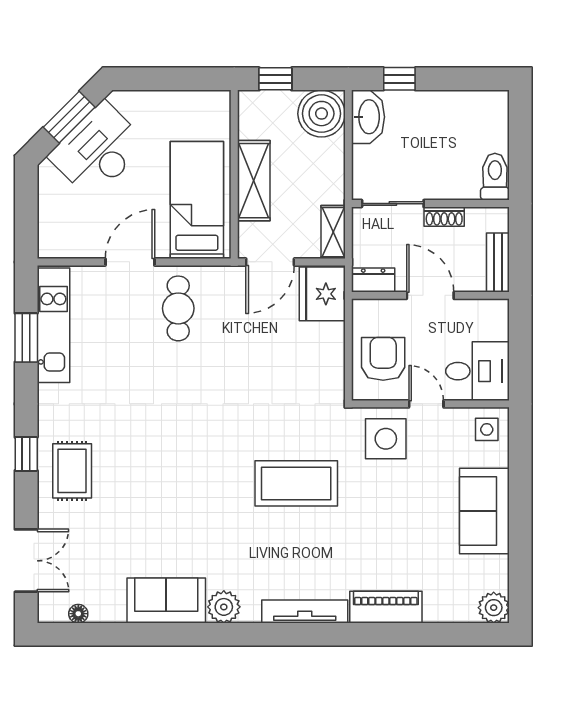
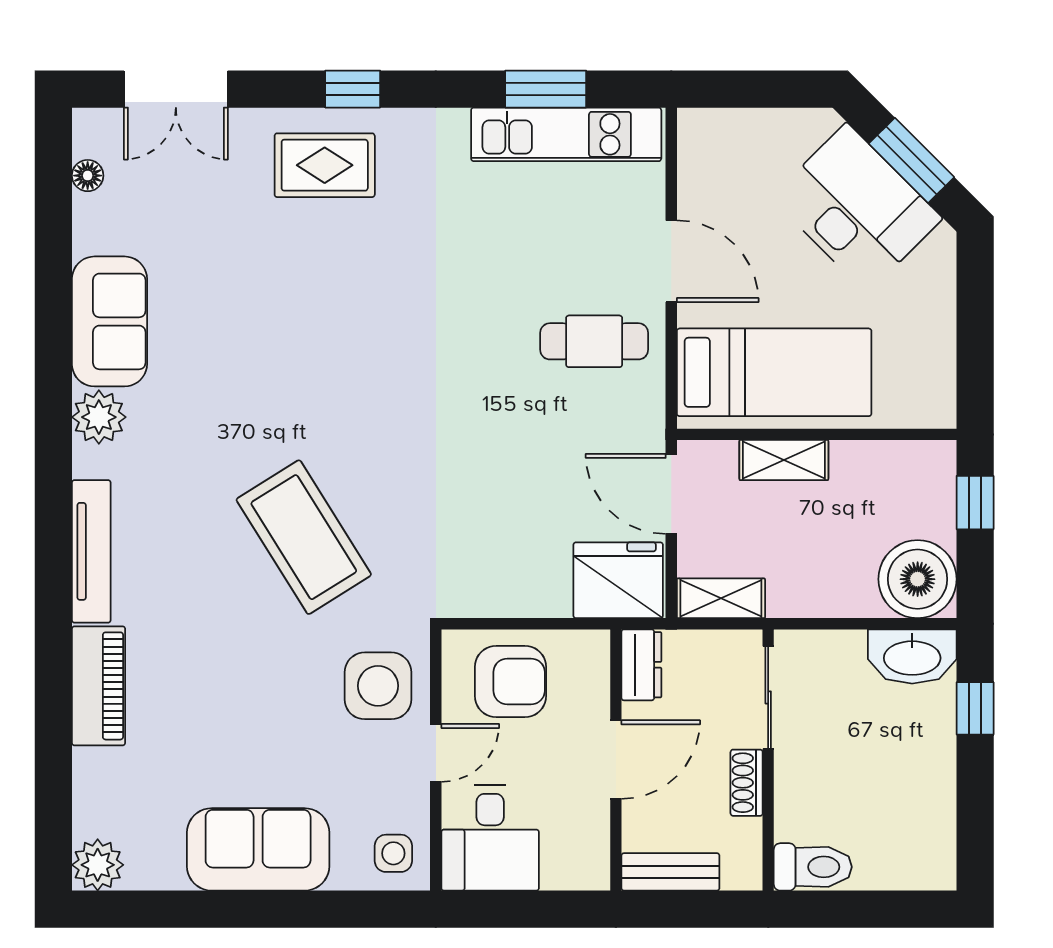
shelving: (254, 181) -> (784, 460), width x0.67, depth x0.75
coffee table: (296, 483) -> (304, 537), turned -32

